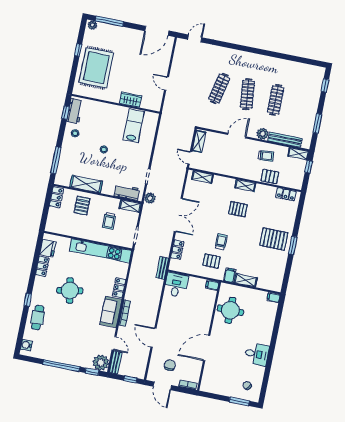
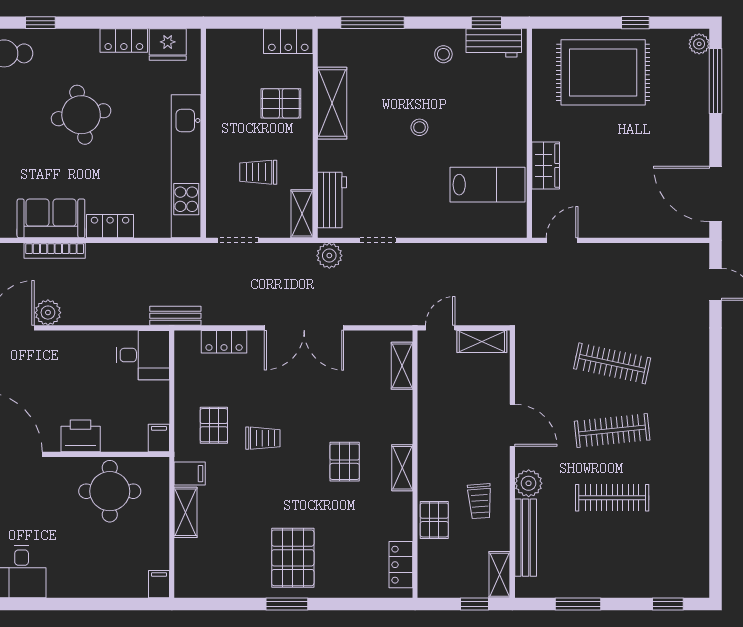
door: (166, 84) -> (562, 240), moved
printer: (205, 318) -> (81, 436), added
plant: (150, 321) -> (48, 313), added

